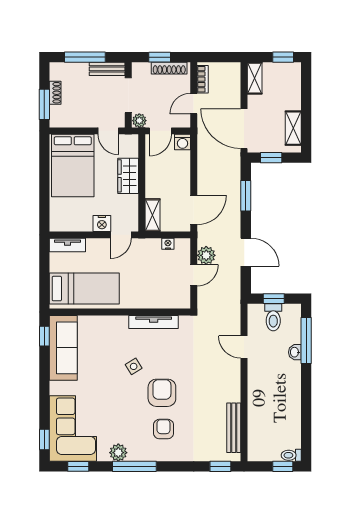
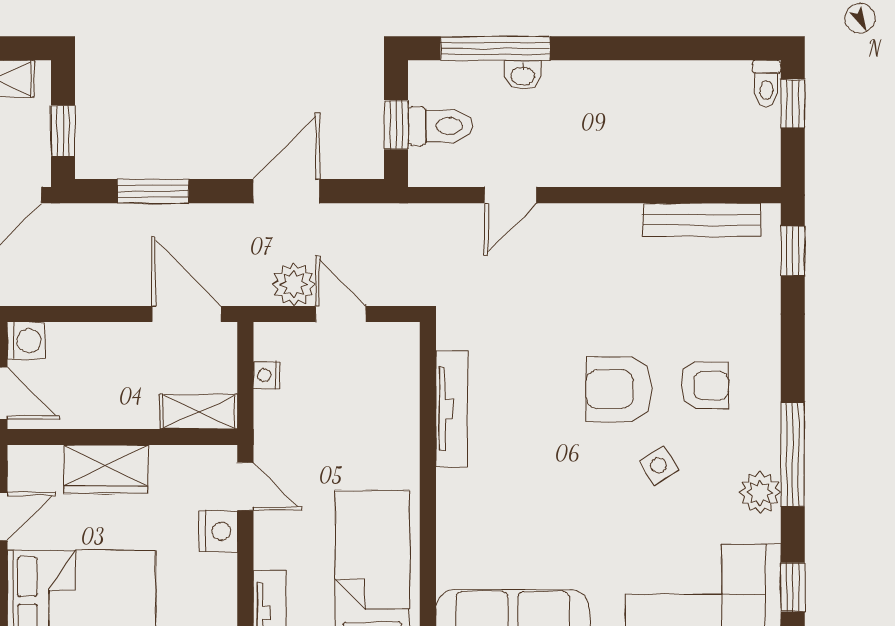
side table: (134, 366) -> (659, 465), moved
armchair: (164, 429) -> (704, 385), turned 180

